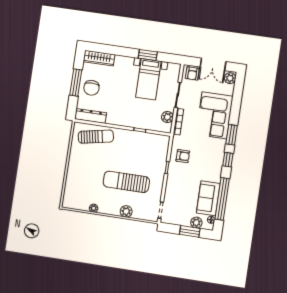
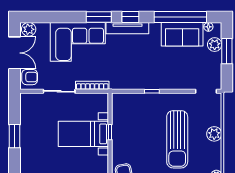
bed with nightstands: (148, 79) -> (83, 134), moved, turned 180
plant: (167, 117) -> (89, 100), removed
armchair: (183, 156) -> (135, 74), removed
tv unit: (219, 156) -> (127, 28), added

